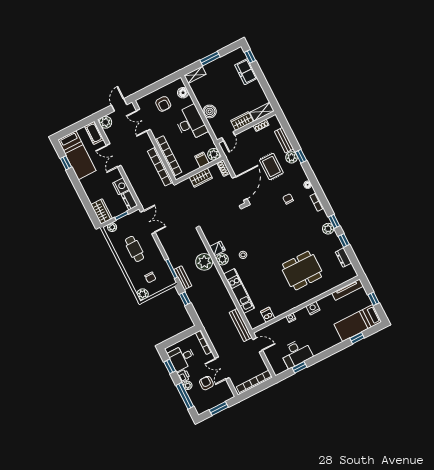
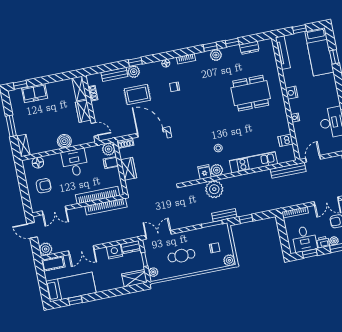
desk: (191, 123) -> (75, 163), width x0.73
dining table: (302, 271) -> (251, 93), turned 90

